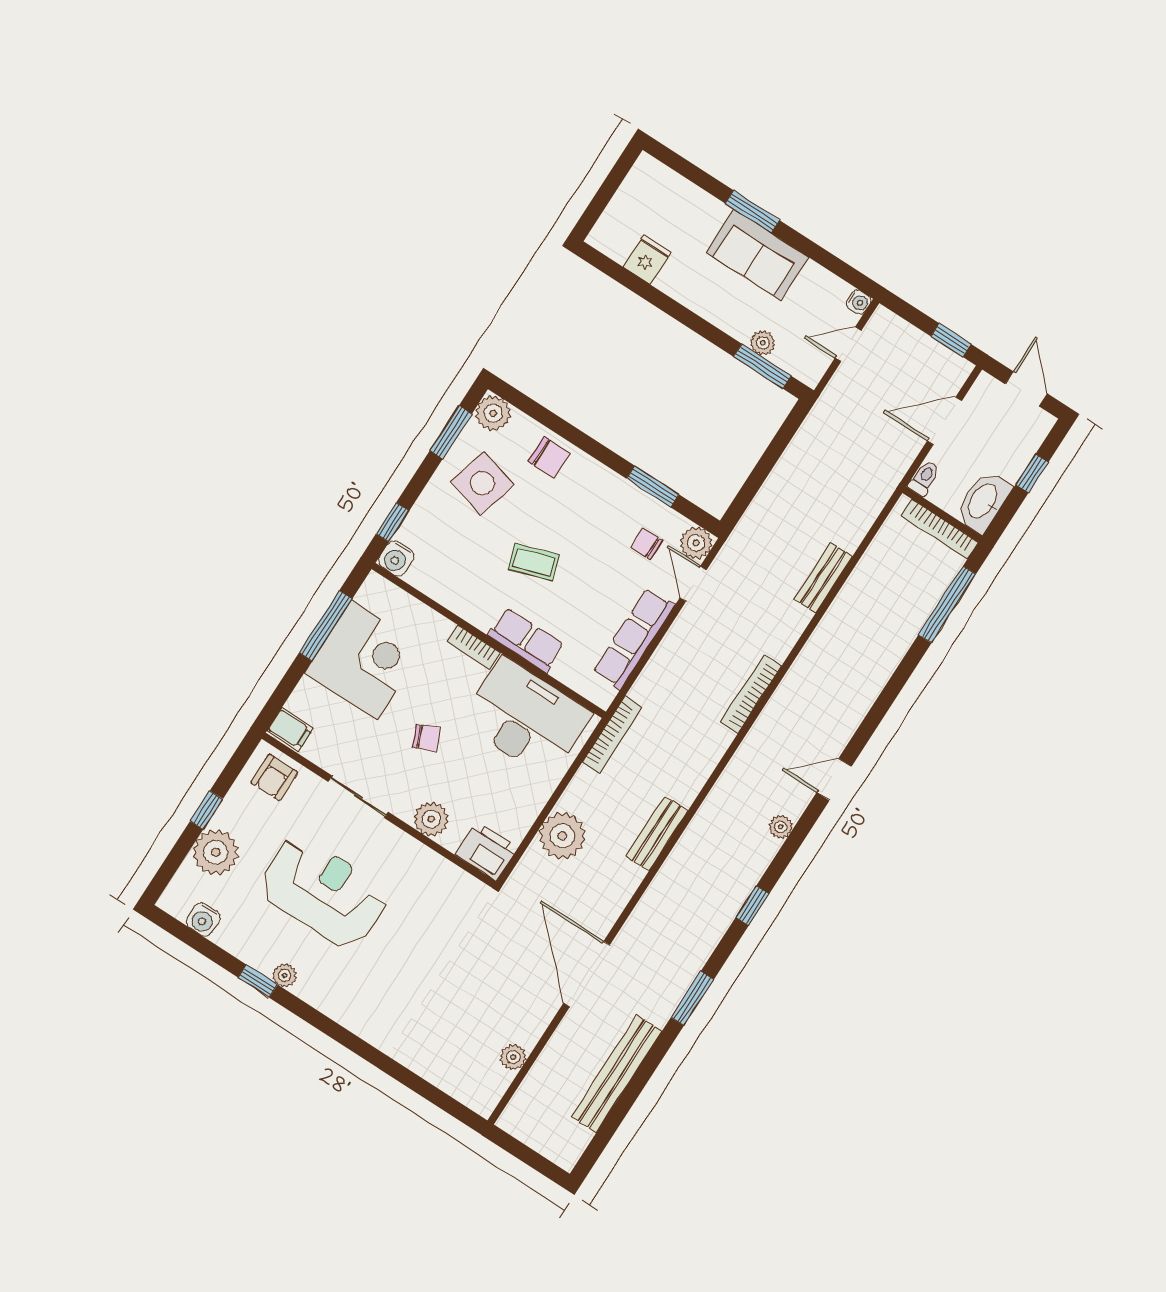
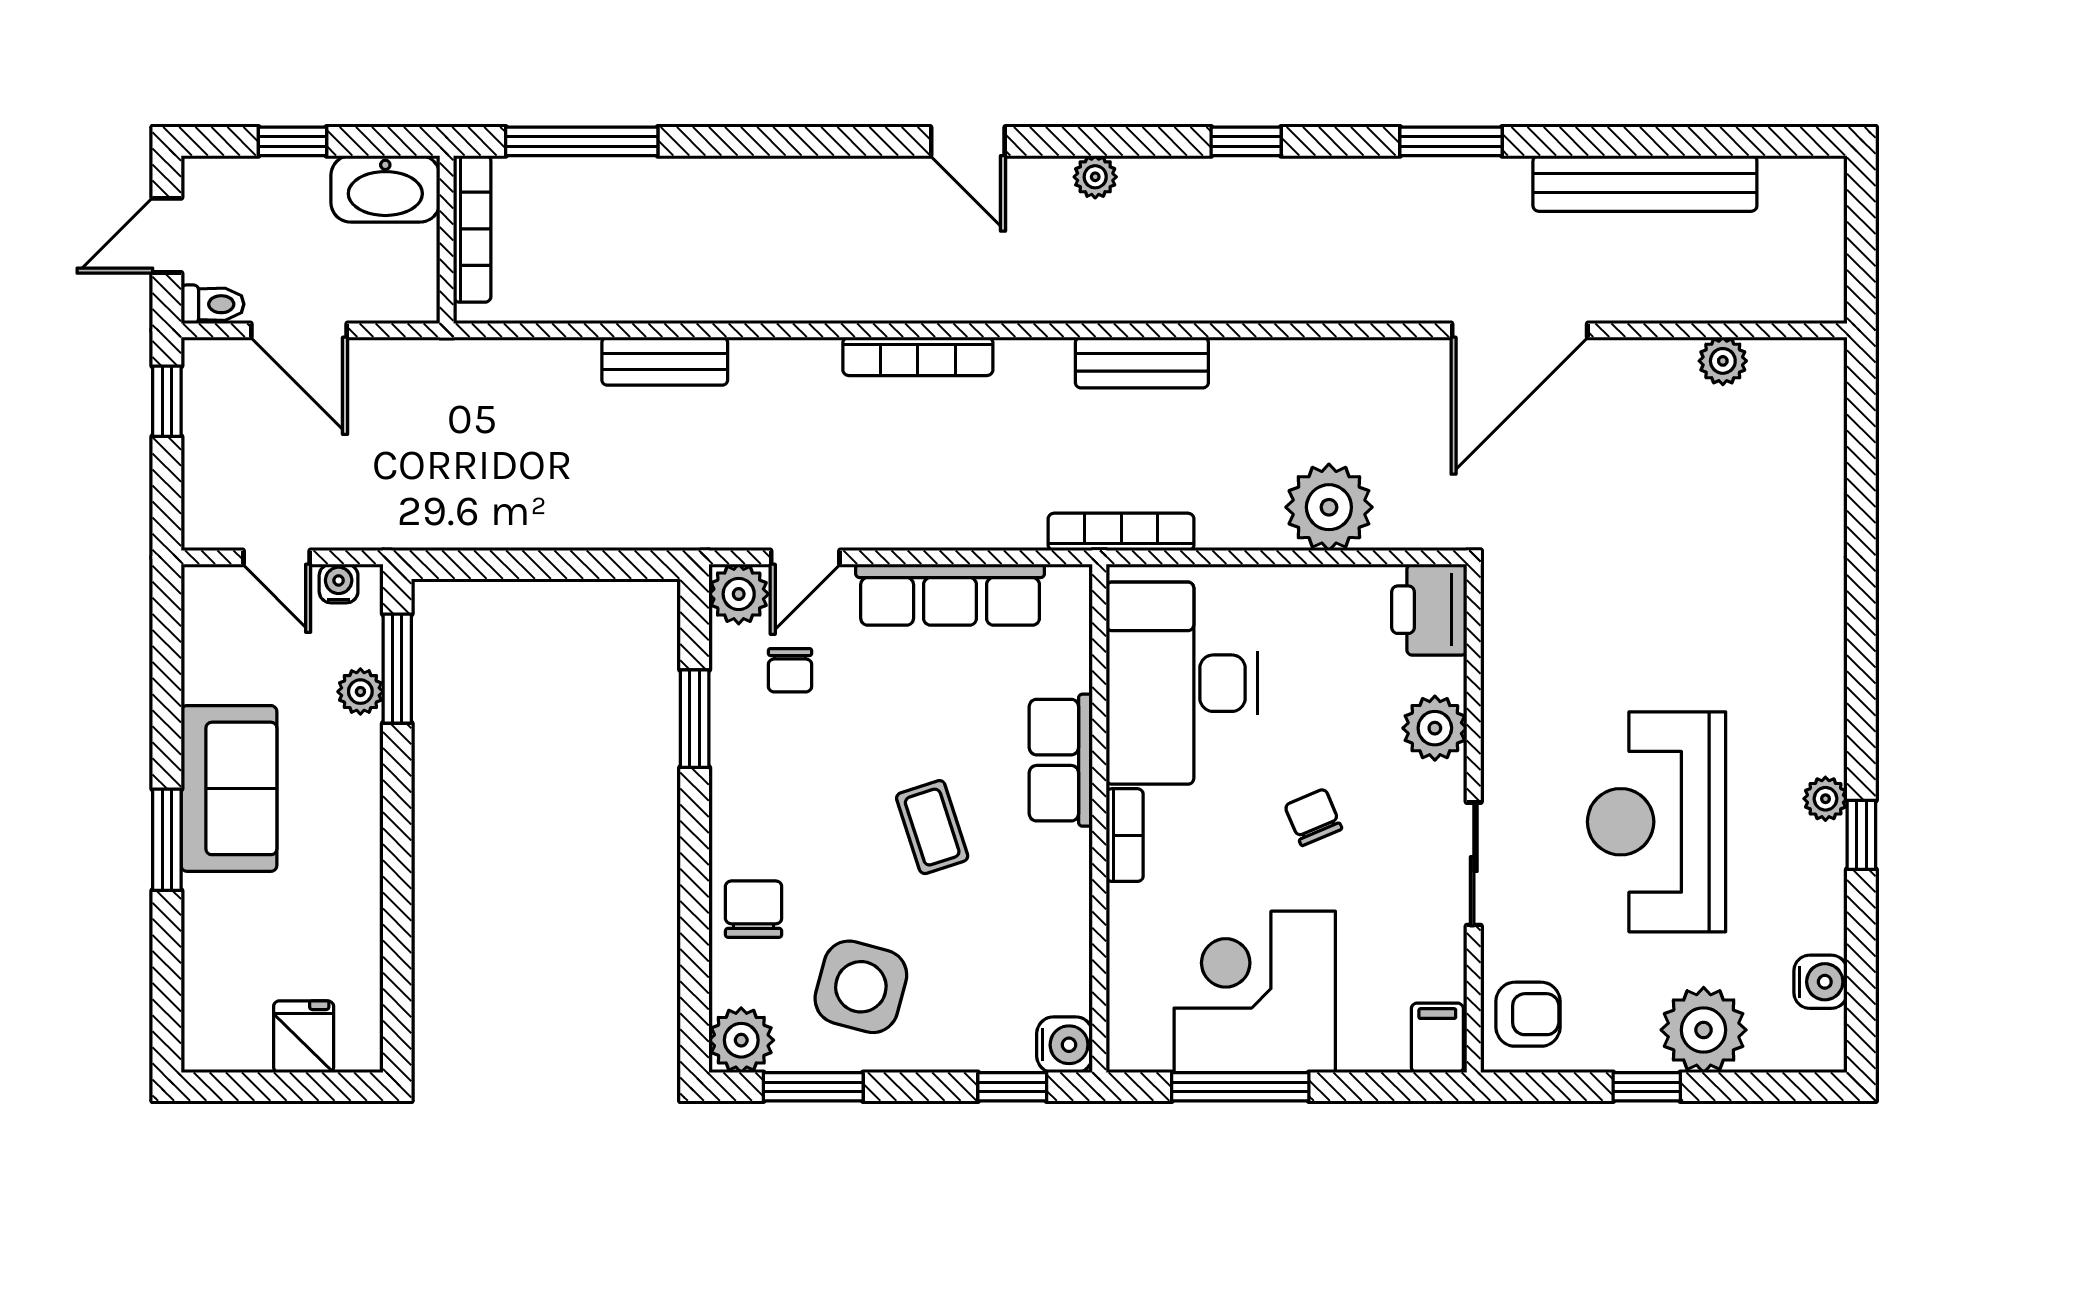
fridge: (647, 259) -> (304, 1037), moved, turned 90
water cooler: (859, 302) -> (339, 584), moved
toilet: (924, 478) -> (212, 304), moved, turned 180
bench: (657, 834) -> (1142, 363), moved

